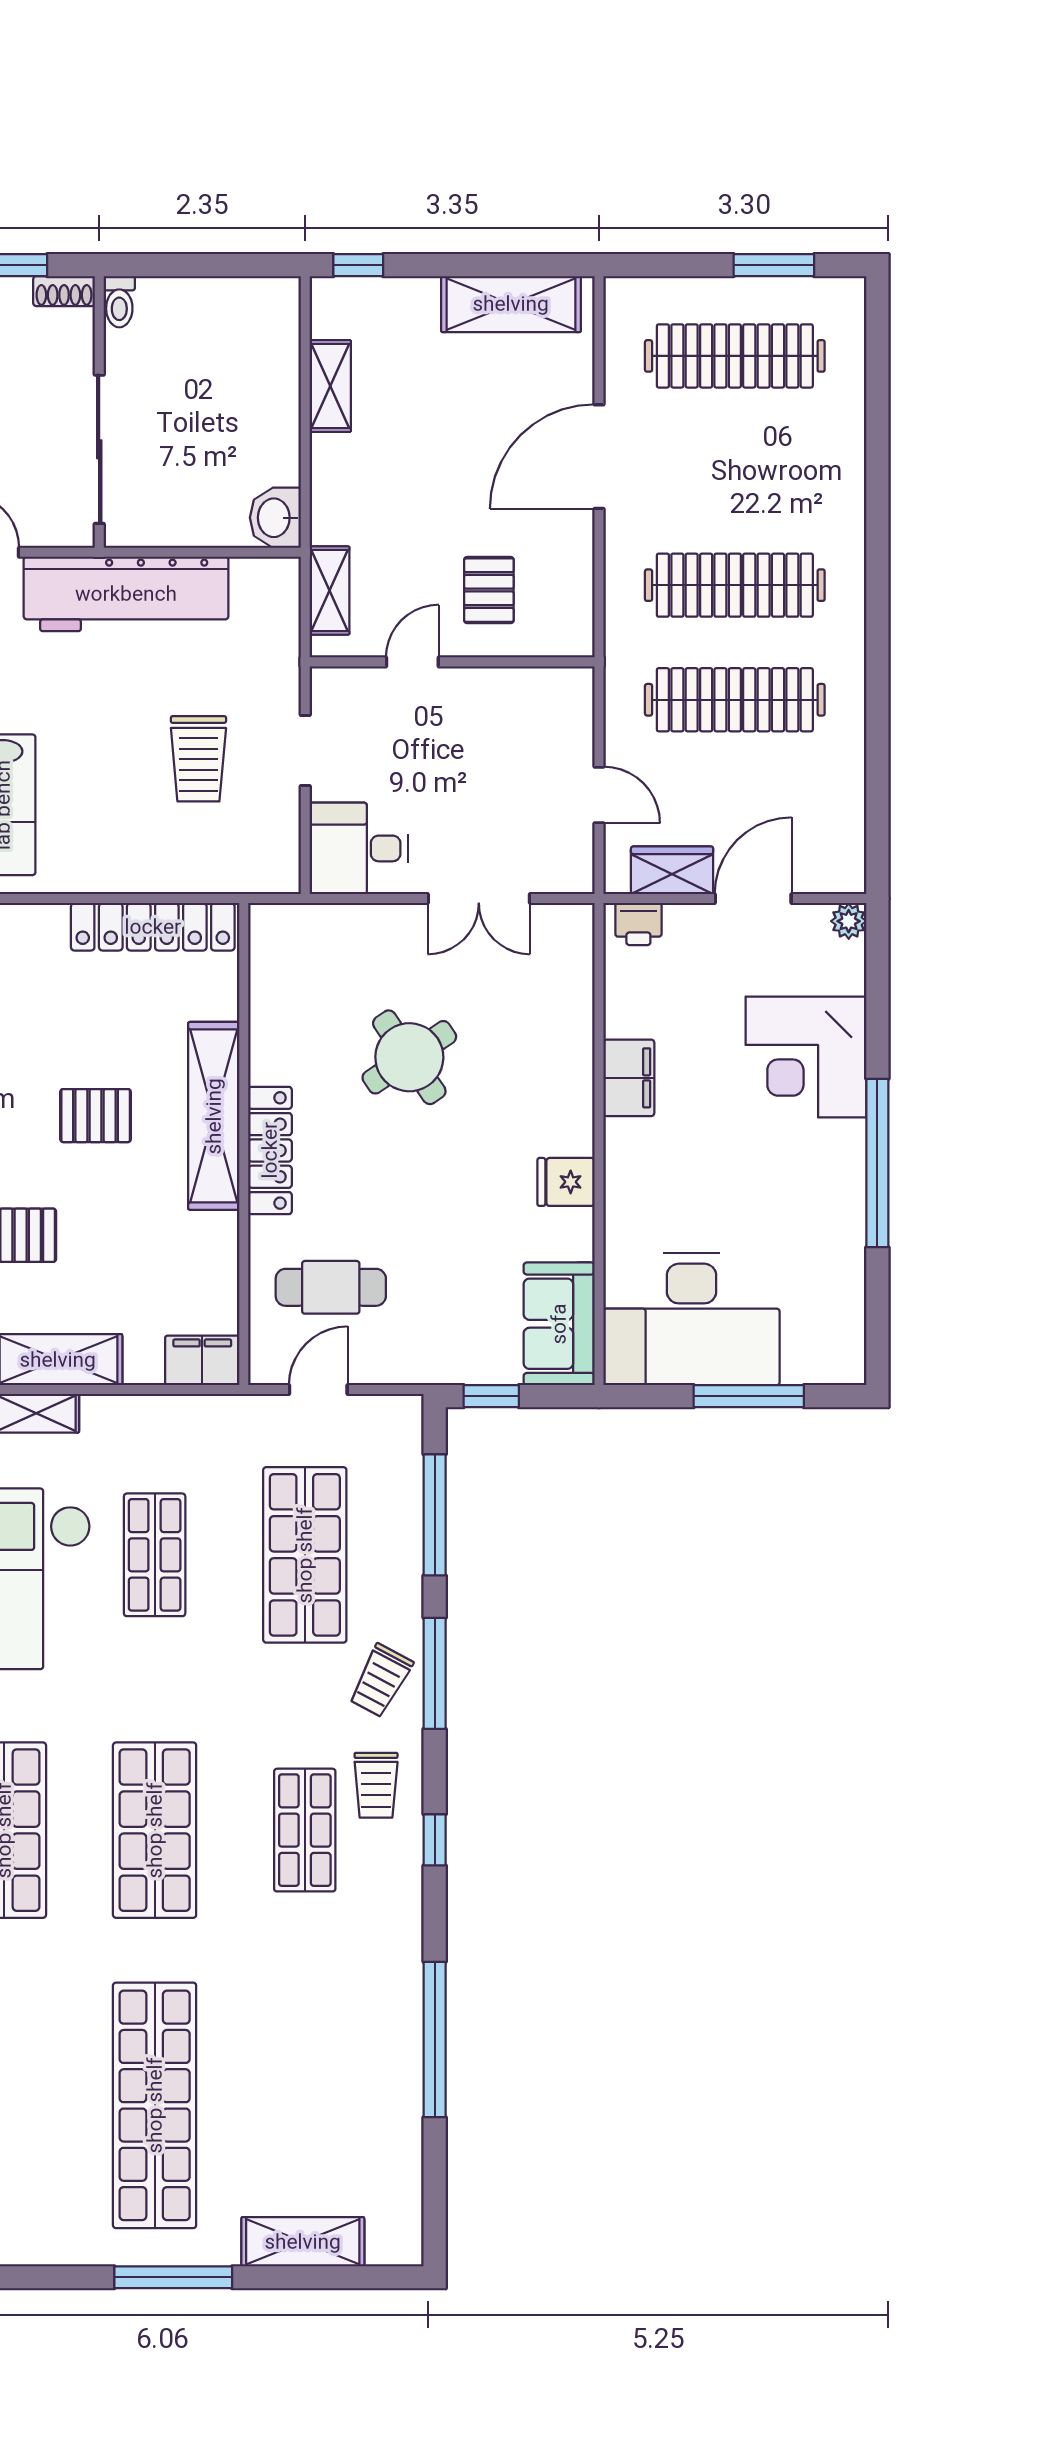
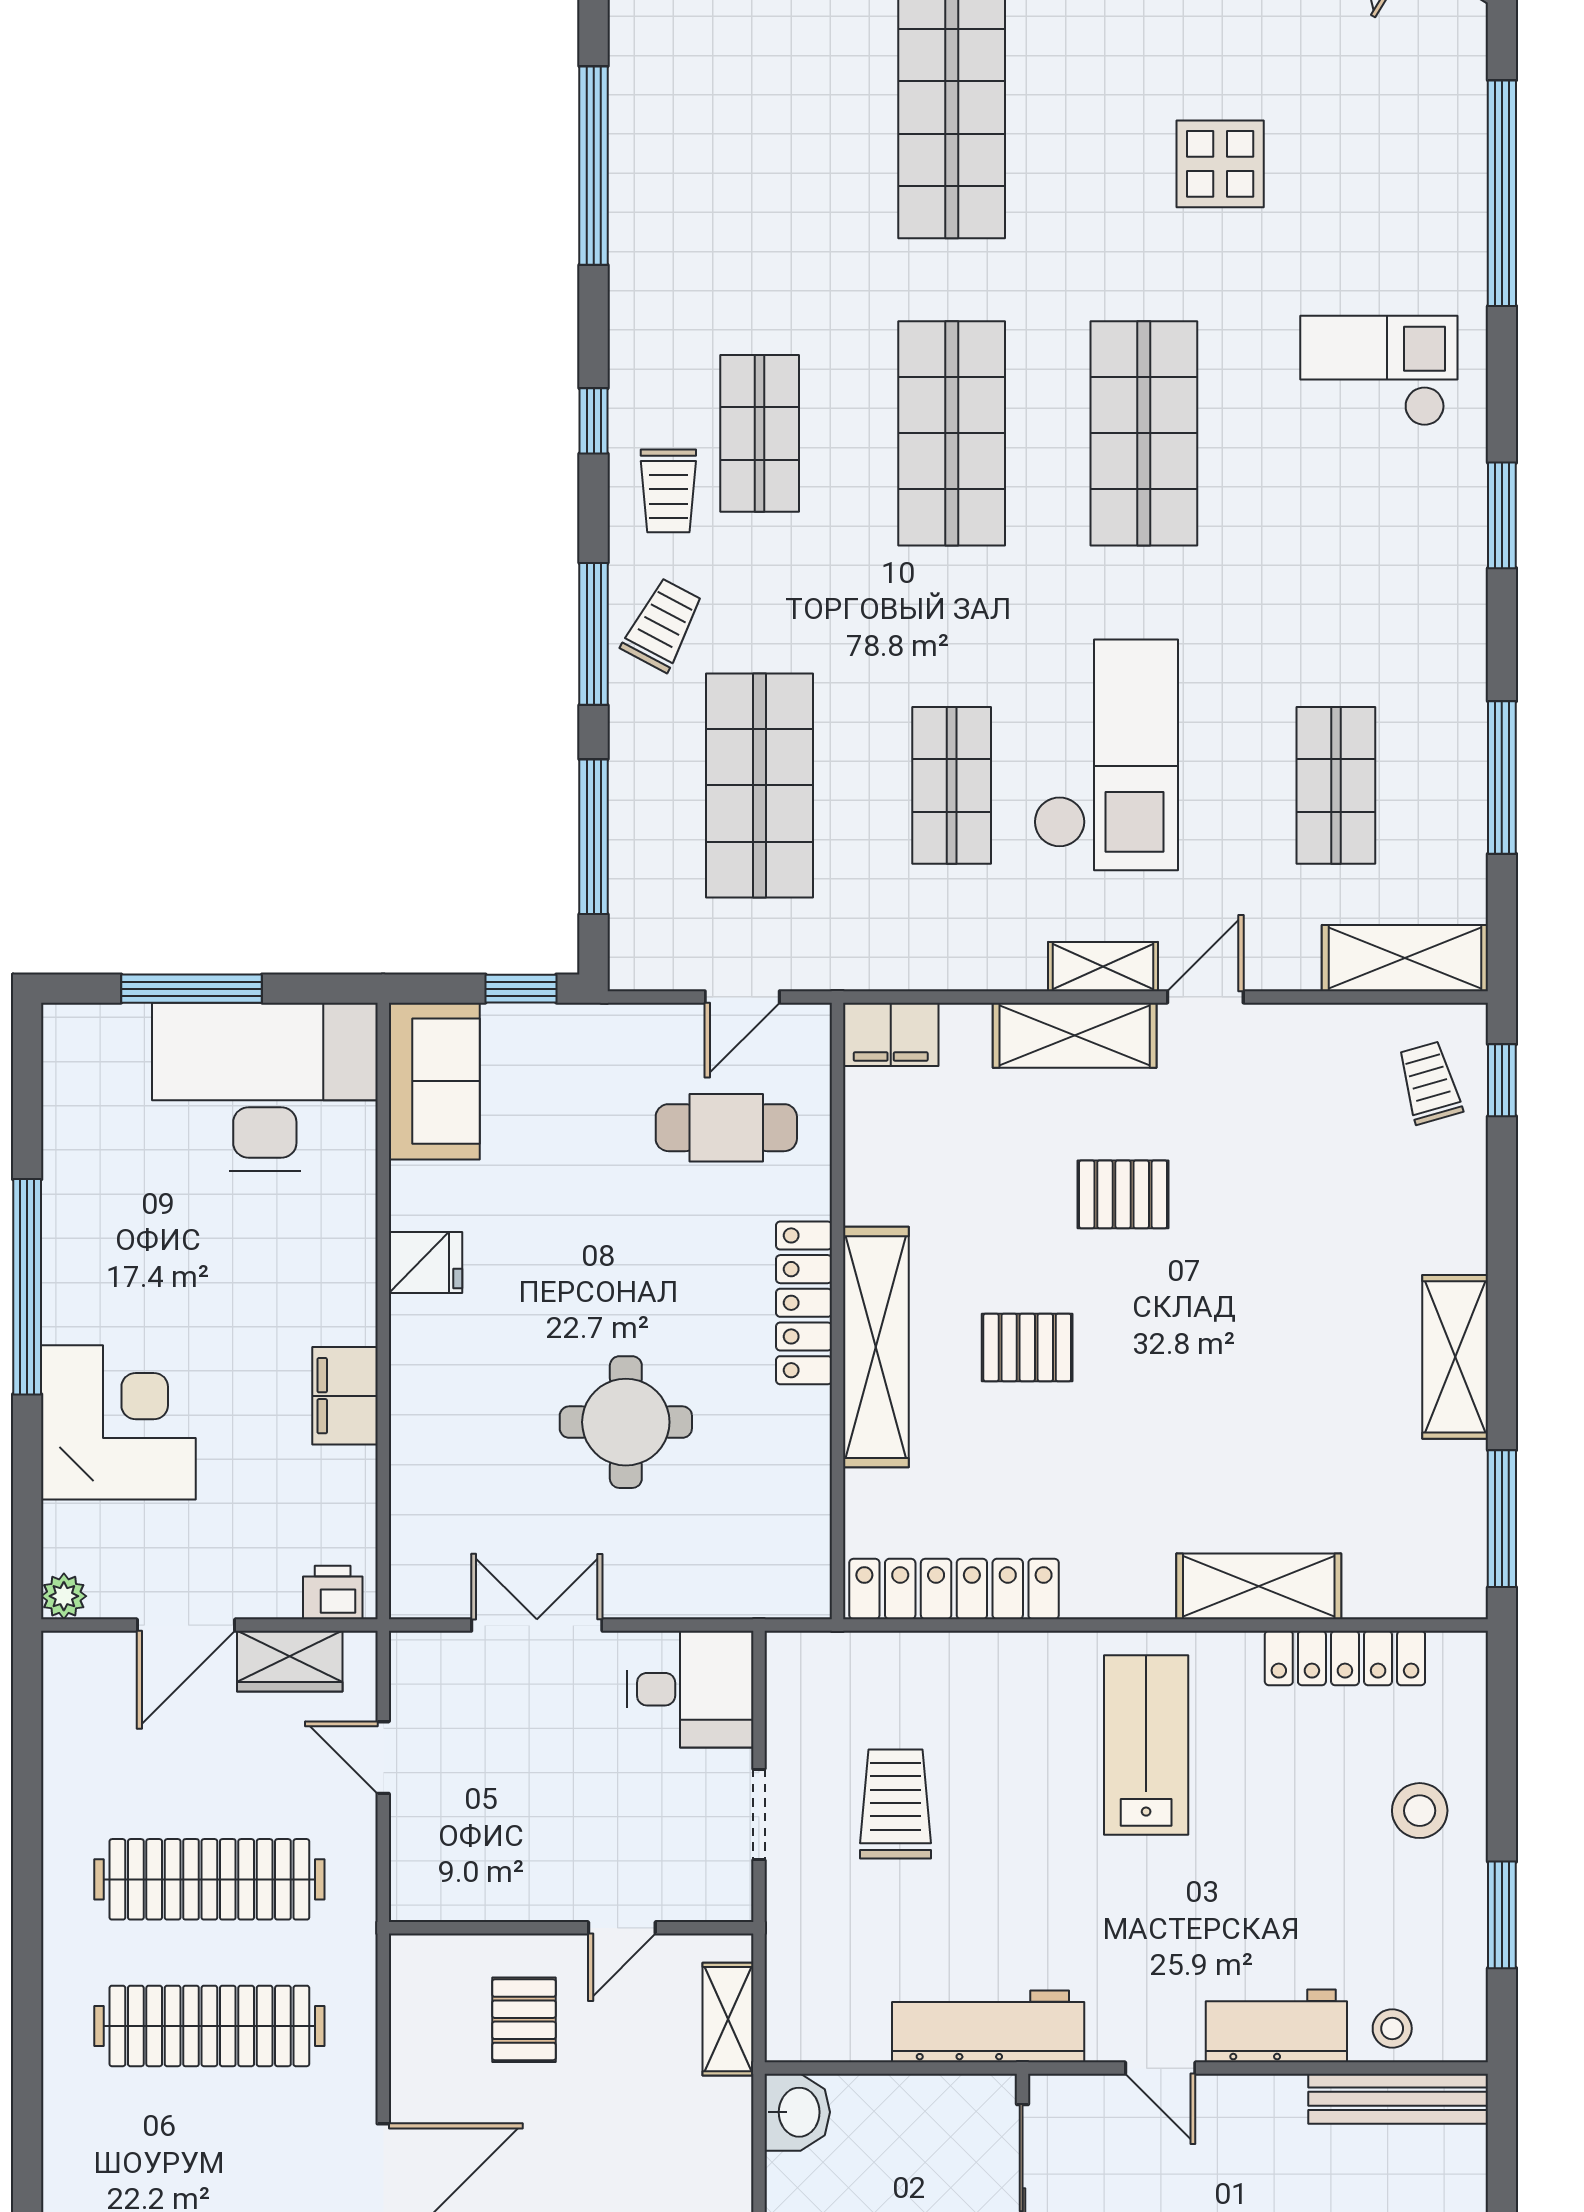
workbench: (126, 594) -> (988, 2026), width x0.73, depth x0.76
round table: (409, 1057) -> (626, 1422), turned 34
trolley: (376, 1785) -> (668, 491), turned 180

